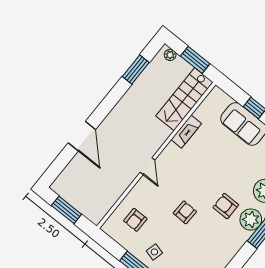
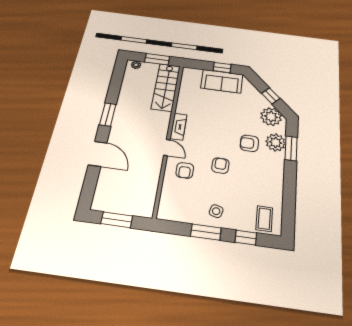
window: (136, 69) -> (108, 115), moved
fireplace: (186, 132) -> (179, 127), moved
armchair: (135, 220) -> (185, 170), moved

